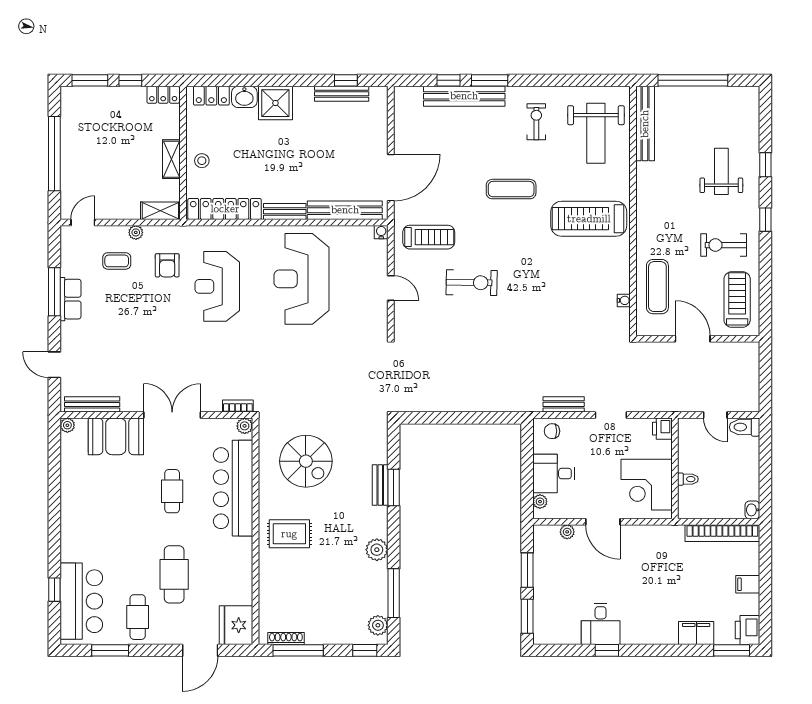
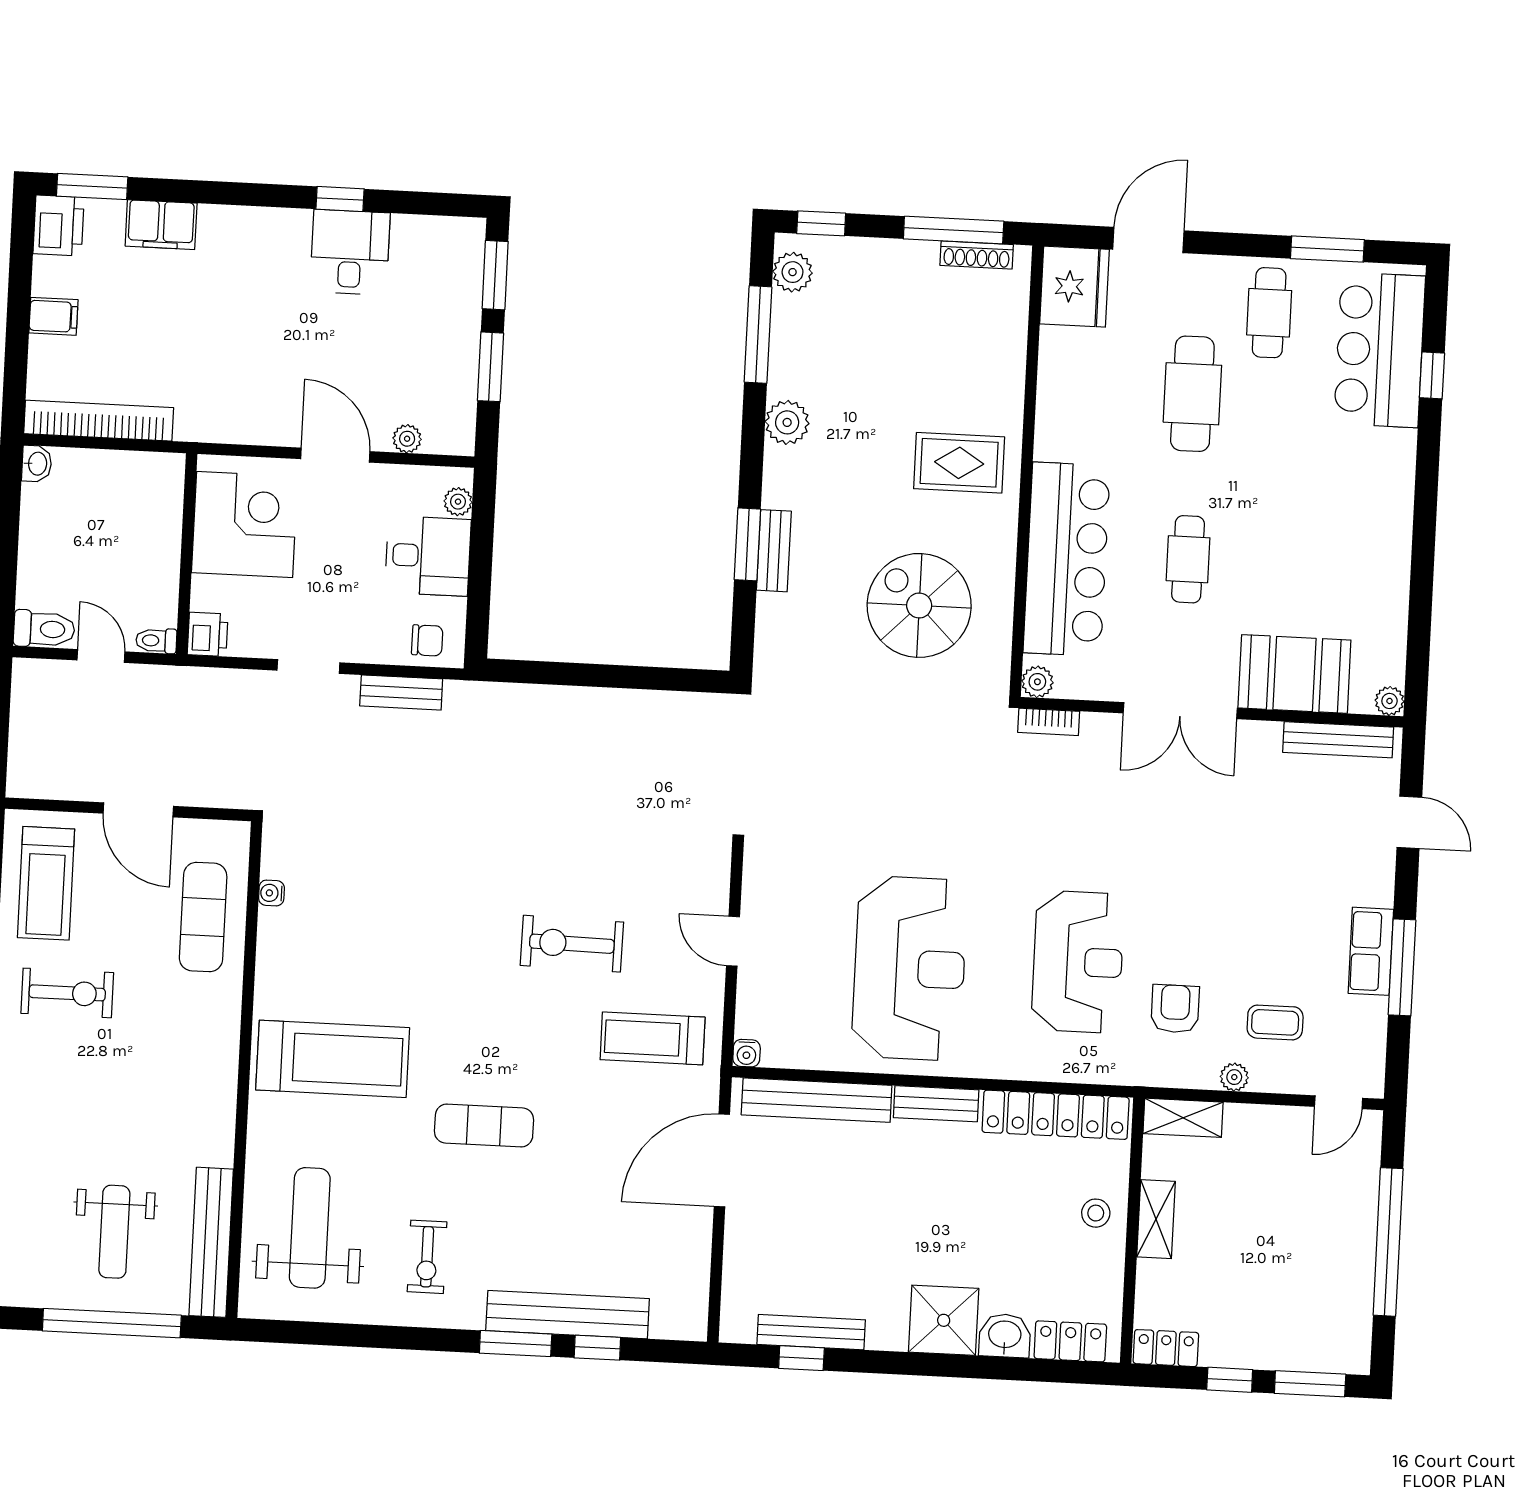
weight bench: (721, 171) -> (114, 1232), moved
toilet: (688, 479) -> (156, 641), moved

